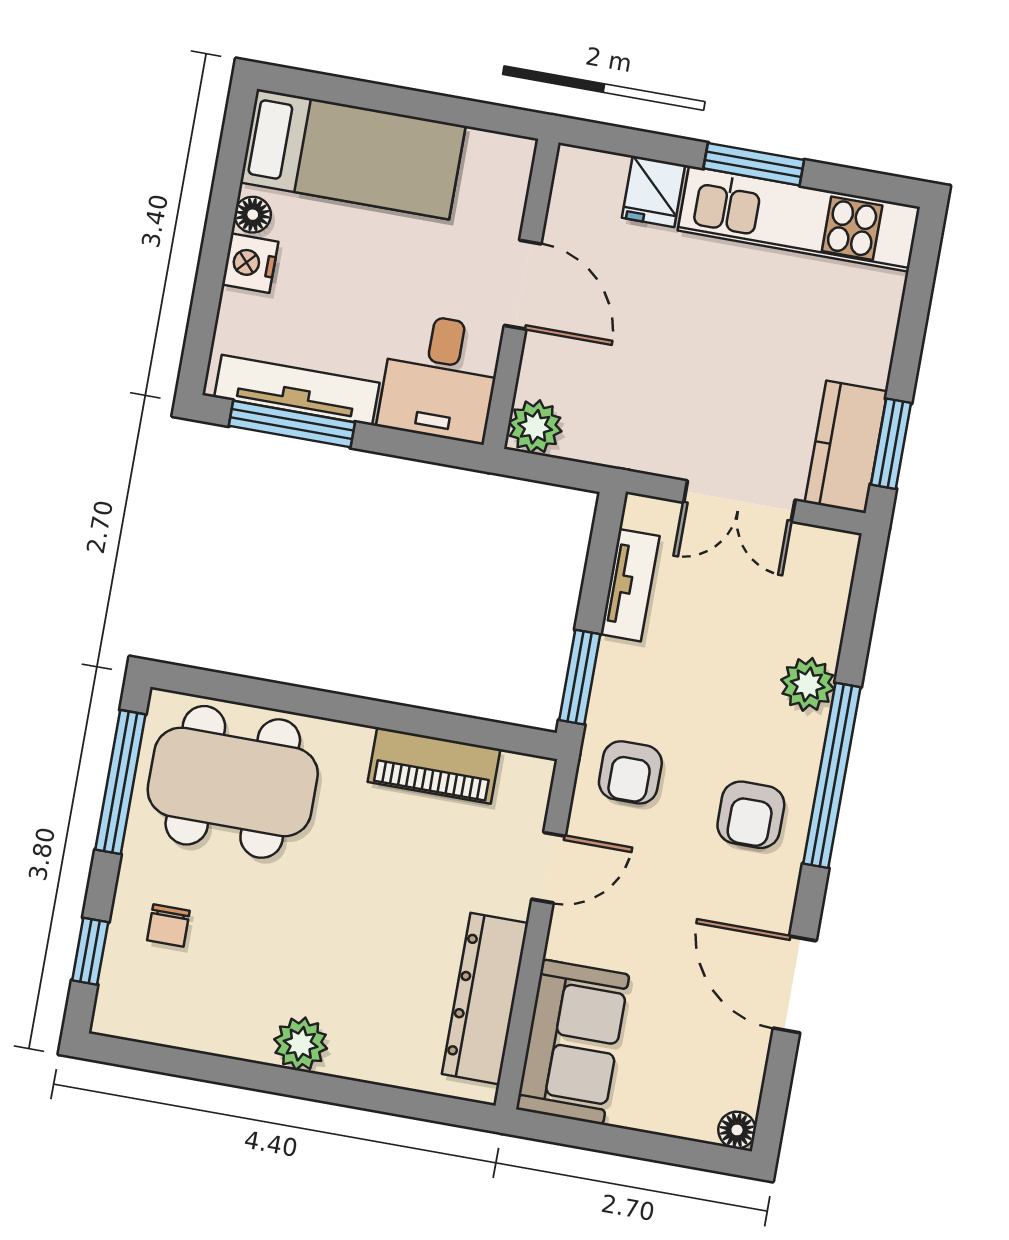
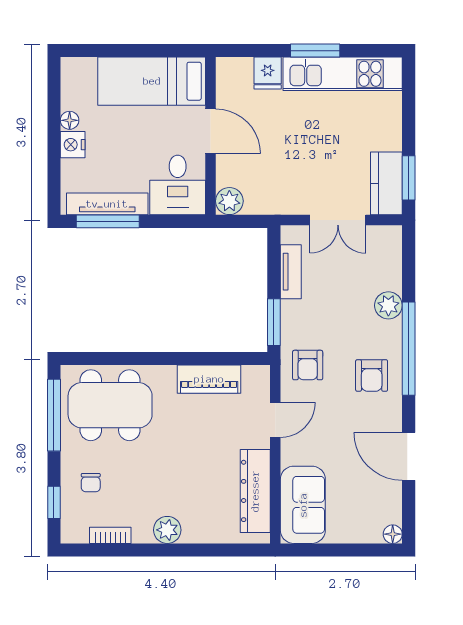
bed: (353, 154) -> (152, 81), moved, turned 180
bookcase: (188, 1035) -> (110, 535), added

